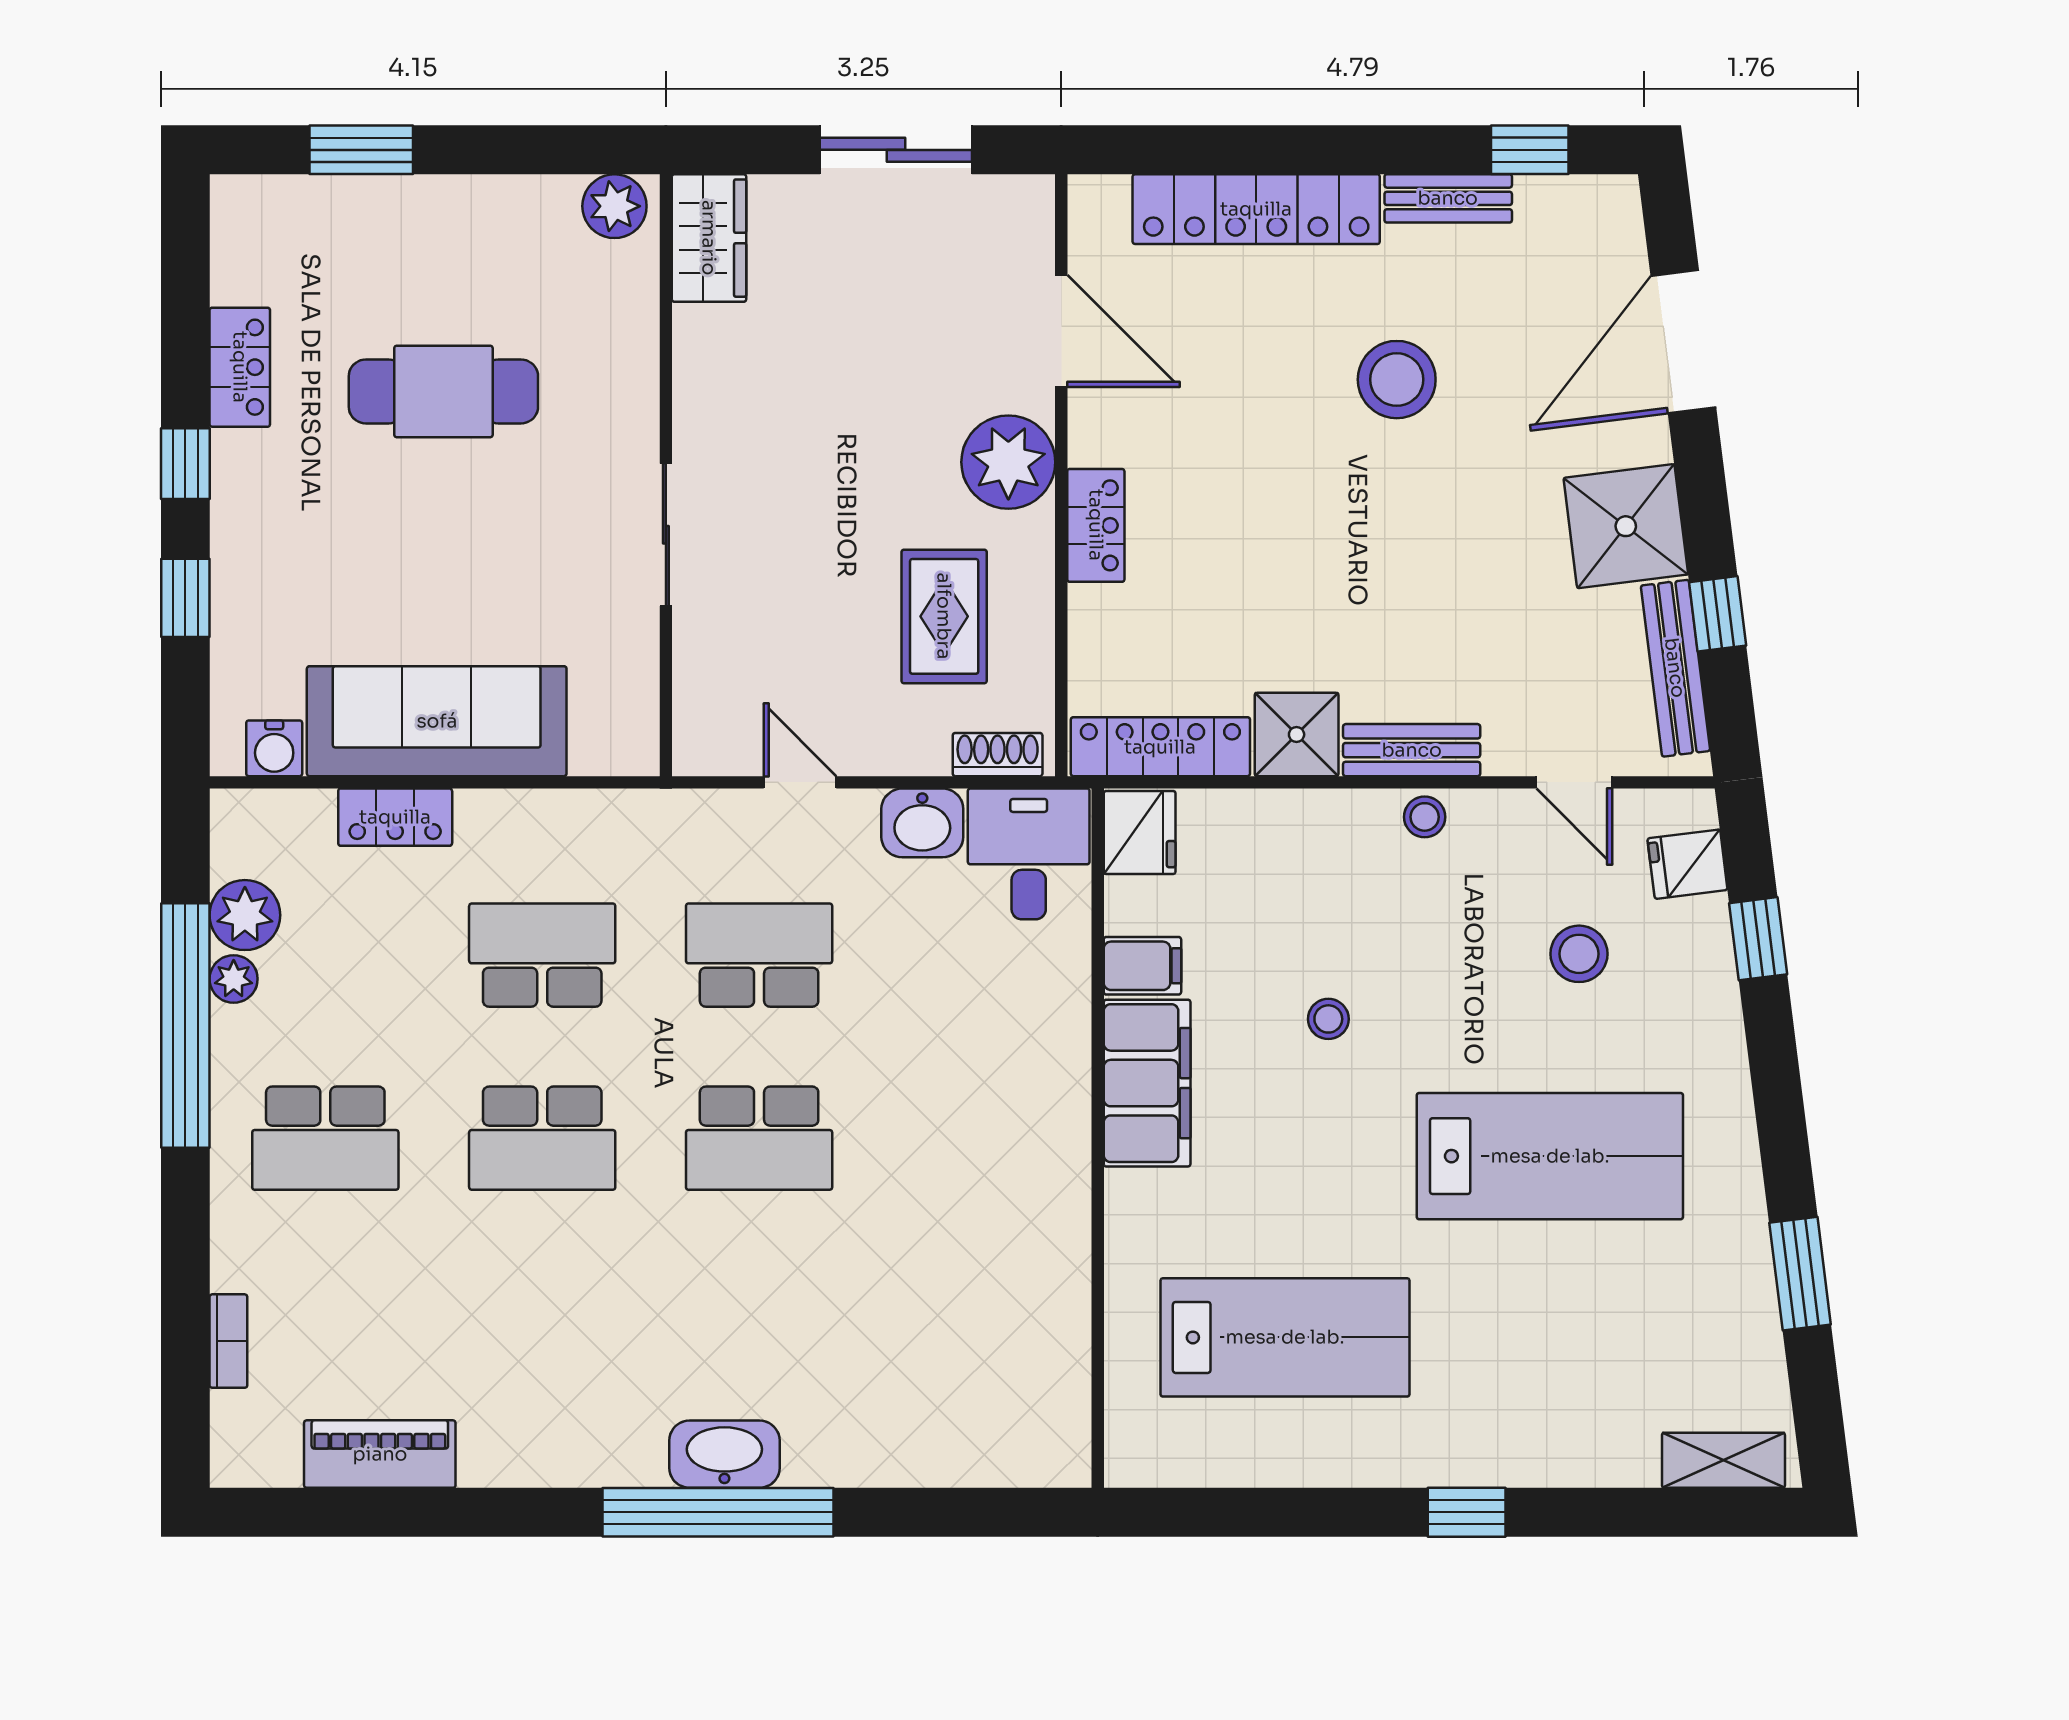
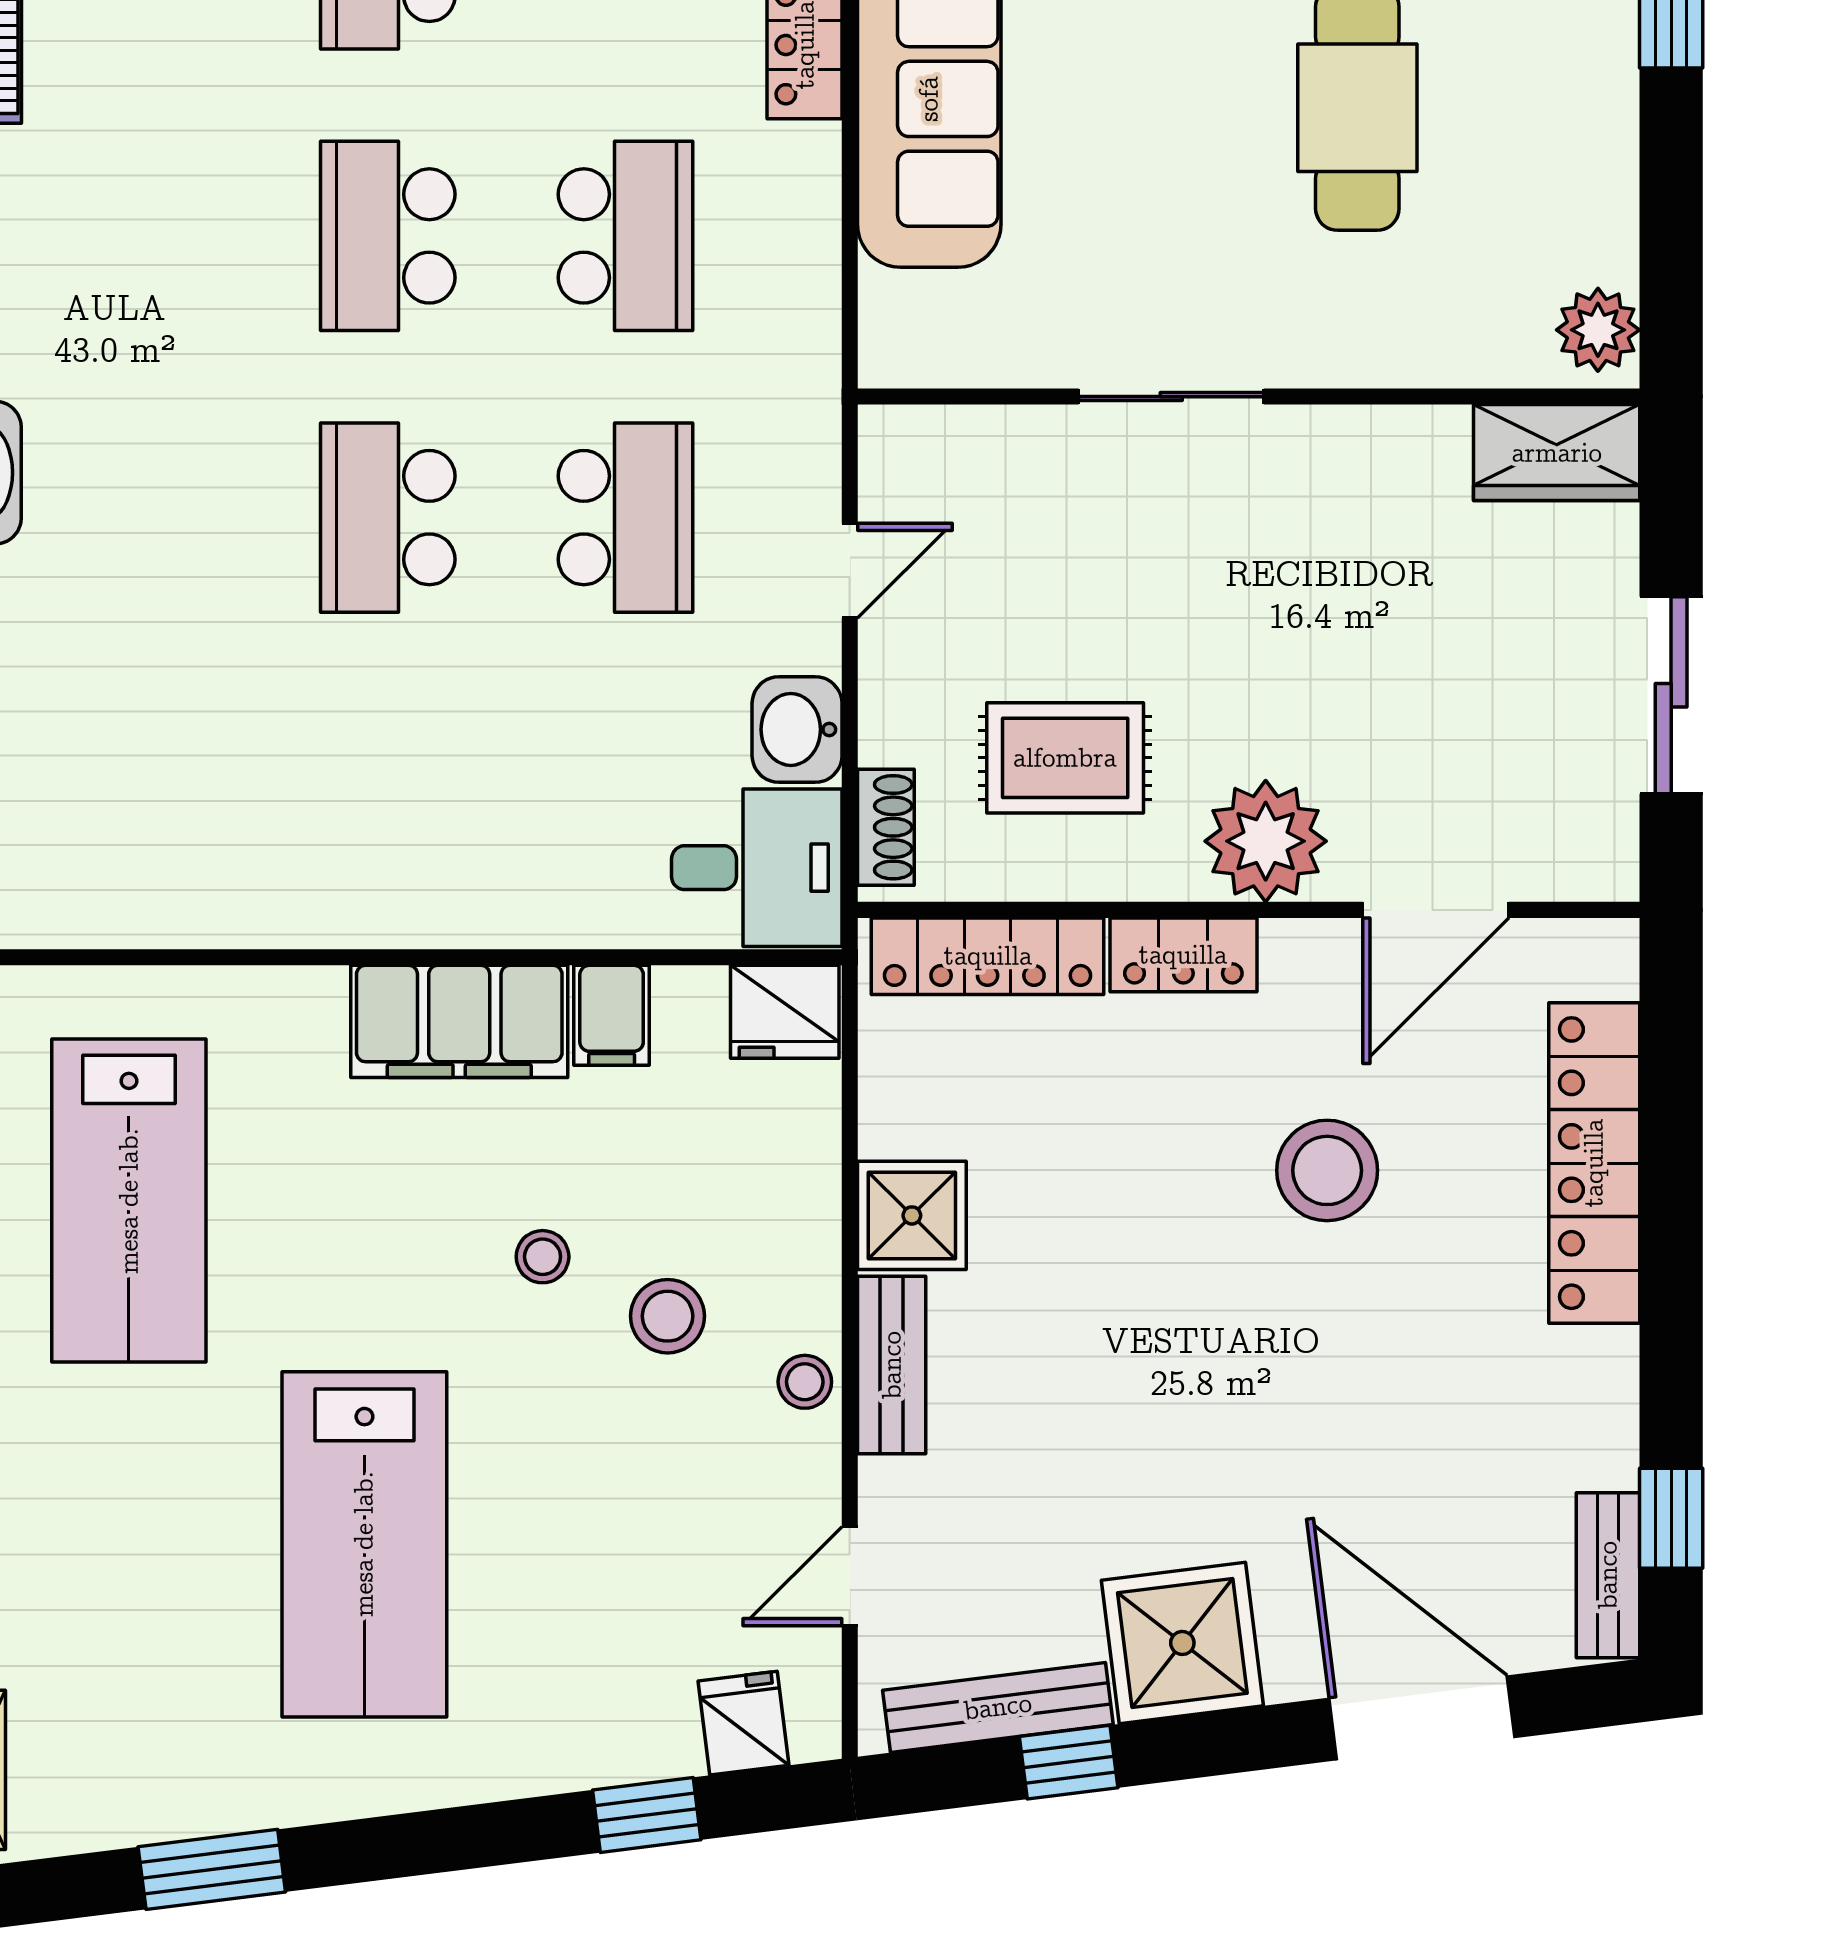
bench: (1448, 198) -> (1608, 1575), moved
stool: (1397, 380) -> (1327, 1170), moved
locker: (1160, 747) -> (988, 956), moved, turned 90
stool: (1579, 954) -> (668, 1316), moved

